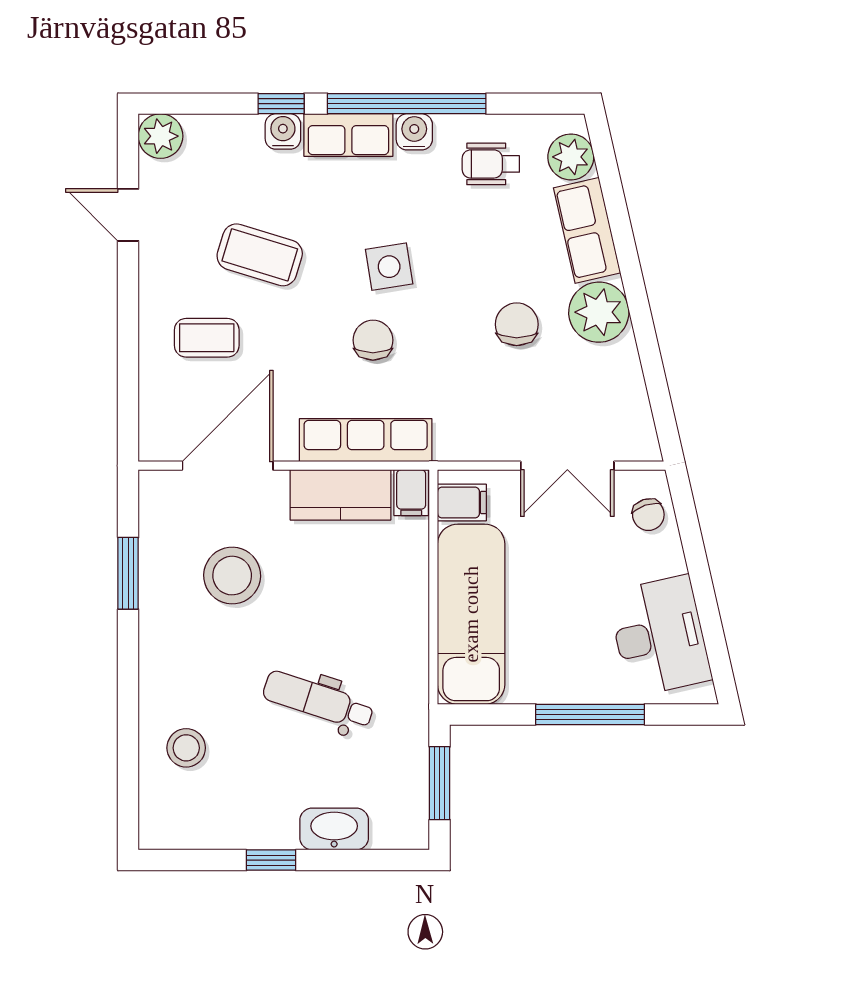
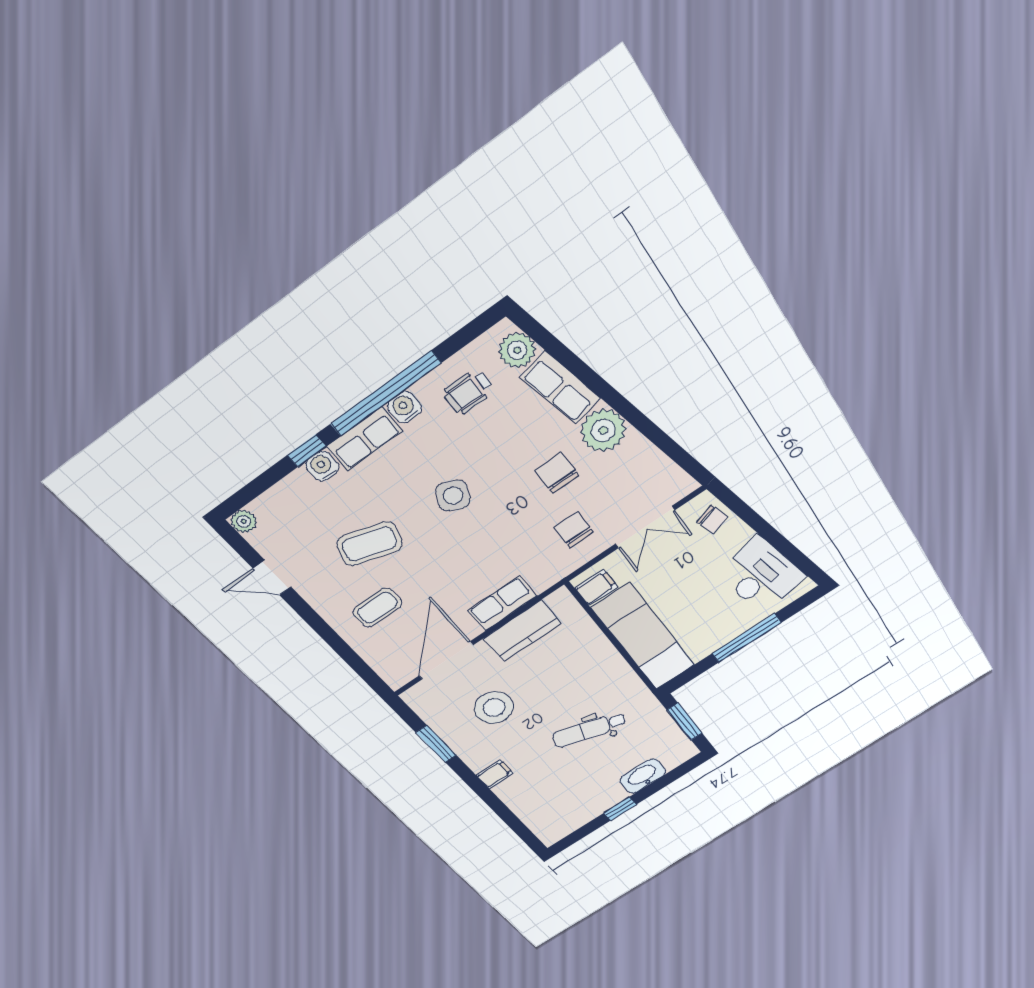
plant: (160, 136) -> (244, 521), width x0.73, depth x0.73
side table: (389, 267) -> (453, 496), turned 34
chair: (373, 340) -> (574, 530), moved
row of seats: (366, 440) -> (502, 603), width x0.68
filing cabinet: (411, 493) -> (495, 774), moved, turned -90
stool: (186, 748) -> (535, 794), removed

